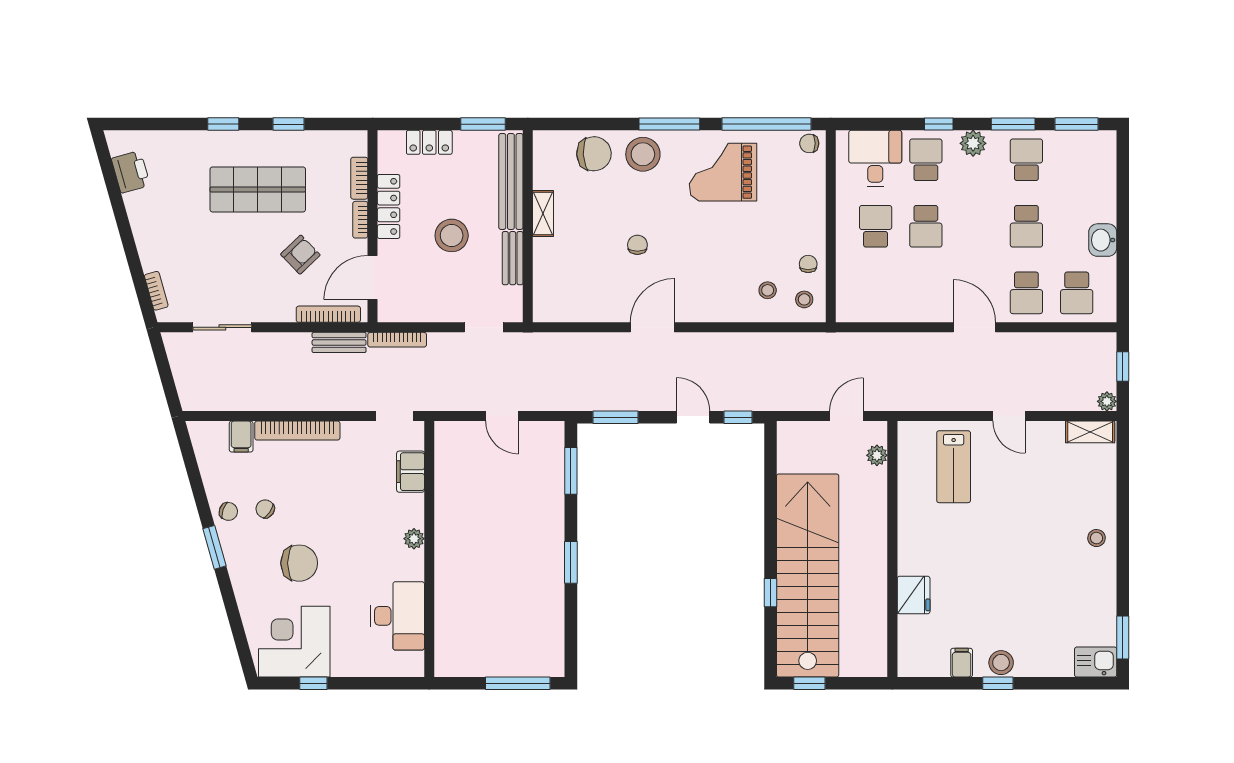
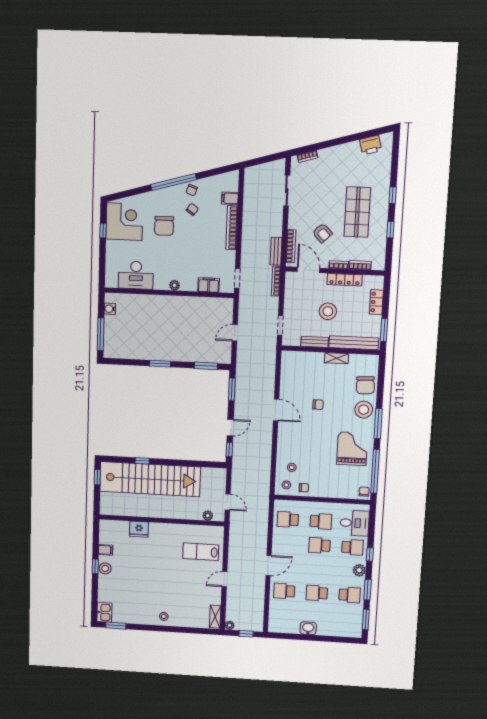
school desk: (1077, 293) -> (288, 519), moved
window: (214, 547) -> (174, 182), width x2.11
water cooler: (466, 666) -> (110, 309), added

